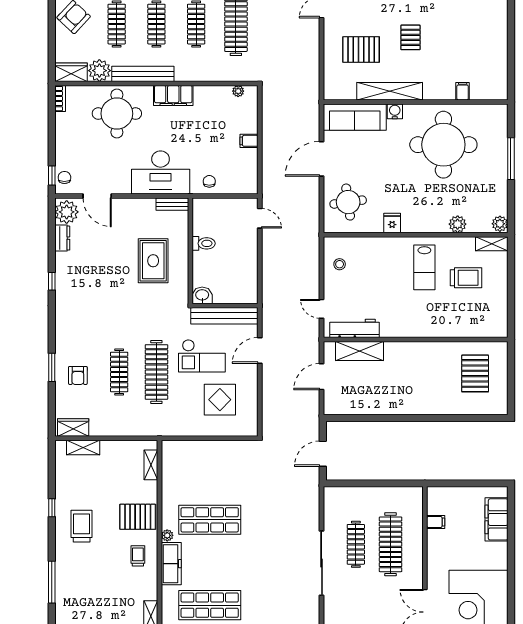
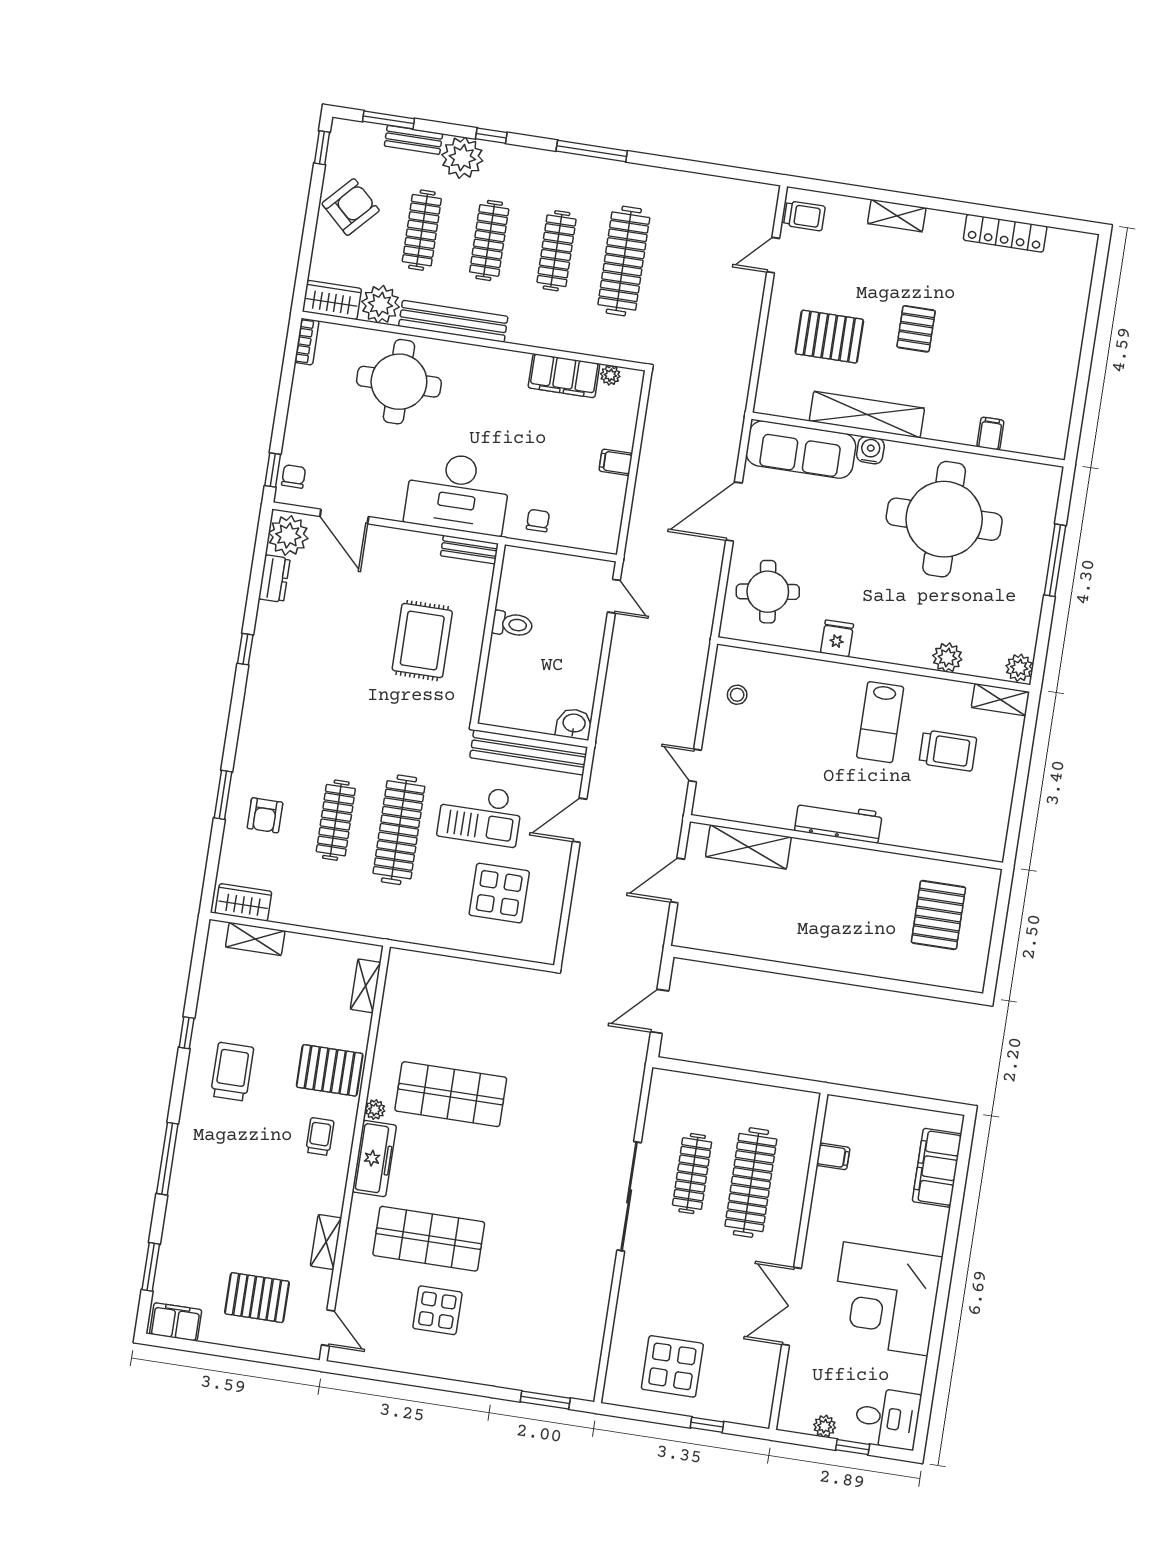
filing cabinet: (173, 96) -> (564, 376), moved
washbasin: (202, 295) -> (574, 724), moved
workbench: (355, 328) -> (838, 822), moved

